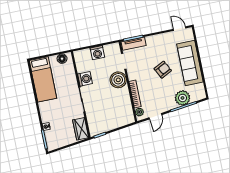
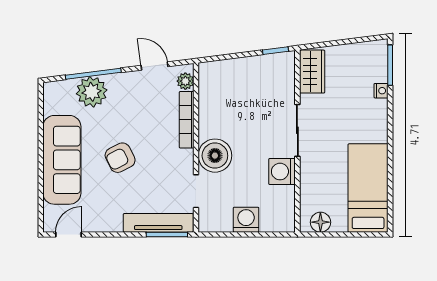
door: (180, 29) -> (69, 234), swing flipped
tv unit: (134, 44) -> (158, 223), width x1.41
door: (155, 116) -> (155, 66), hinge flipped

